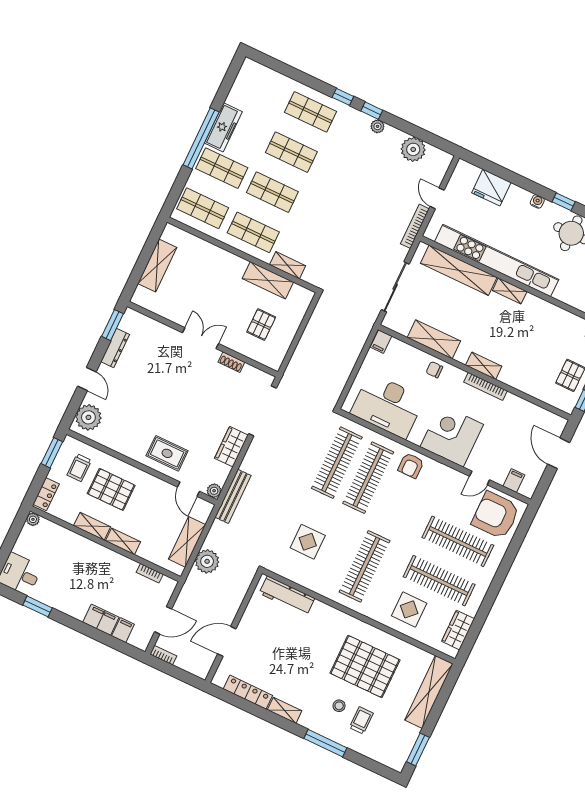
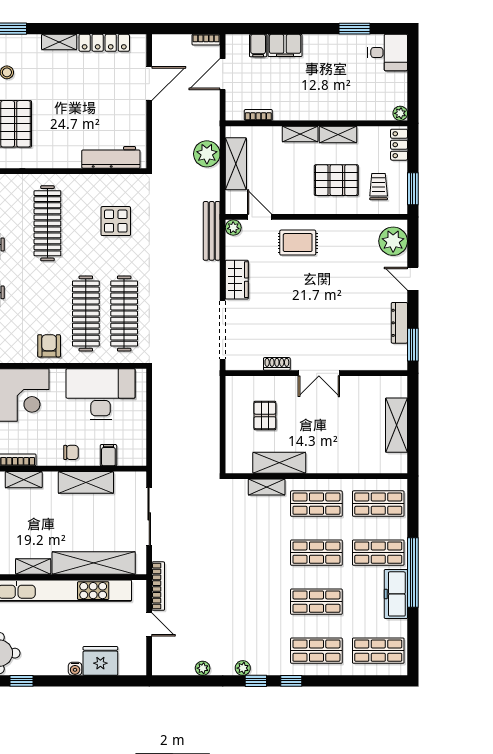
shop shelf: (260, 88) -> (378, 651), added
plant: (413, 149) -> (203, 668), width x0.53, depth x0.53
water cooler: (537, 201) -> (75, 669), moved
filing cabinet: (381, 342) -> (108, 455), moved

